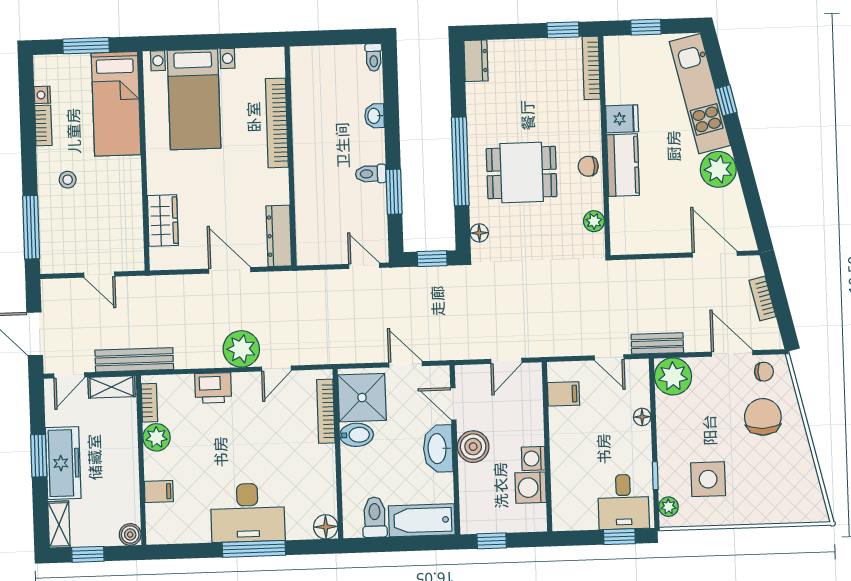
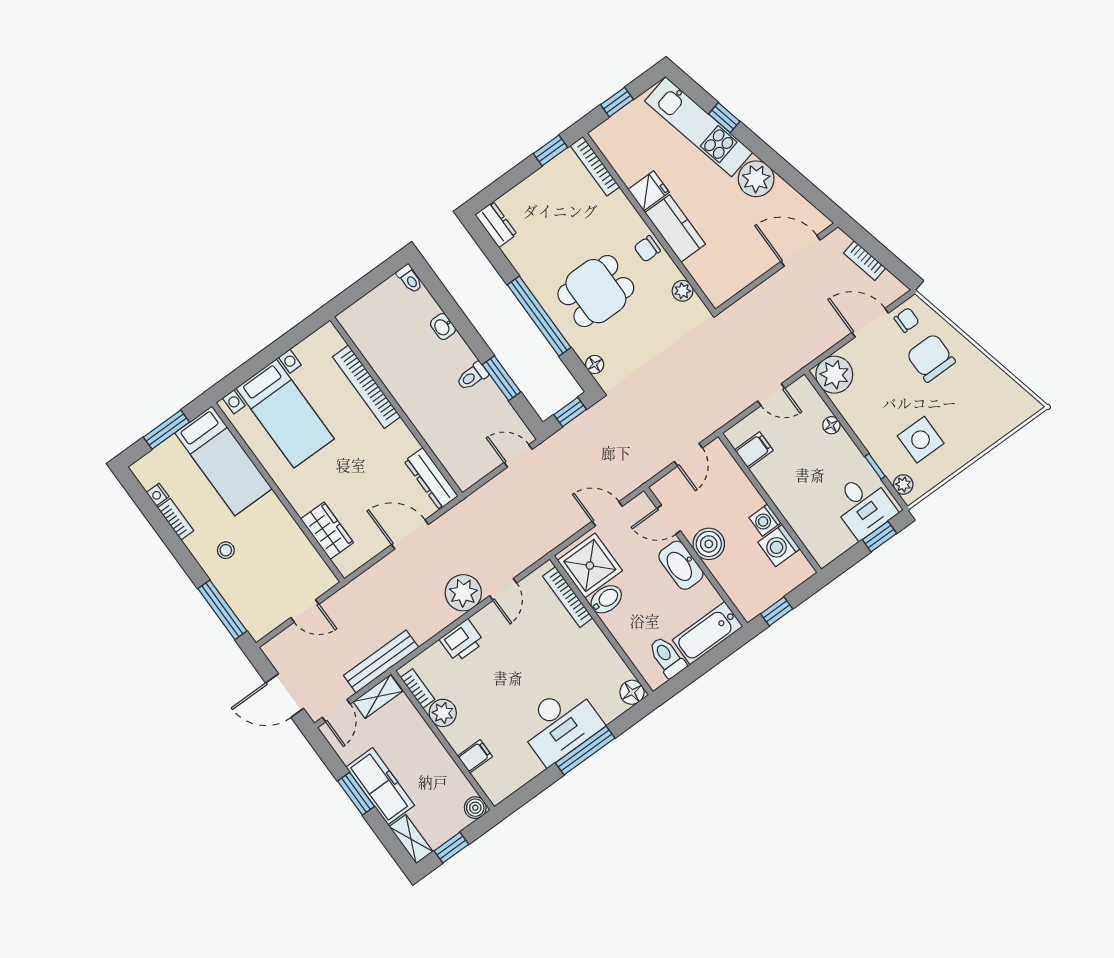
bench: (657, 343) -> (803, 356), removed

